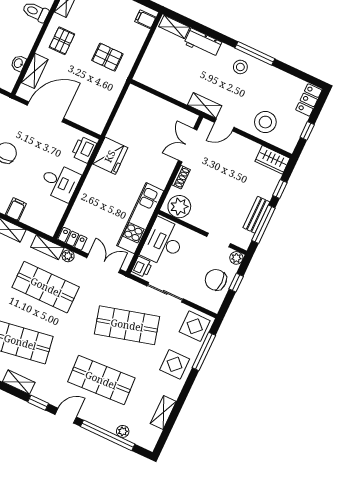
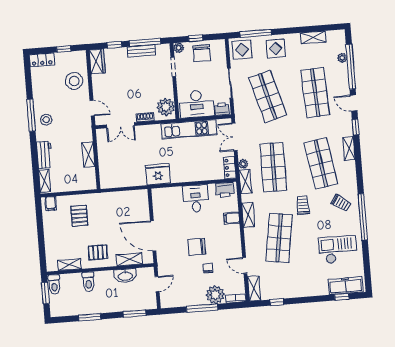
pallet: (107, 57) -> (79, 216), moved
washbasin: (19, 63) -> (125, 276), width x1.91, depth x1.45
shelving: (205, 105) -> (88, 155), moved
printer: (84, 150) -> (225, 190), moved

